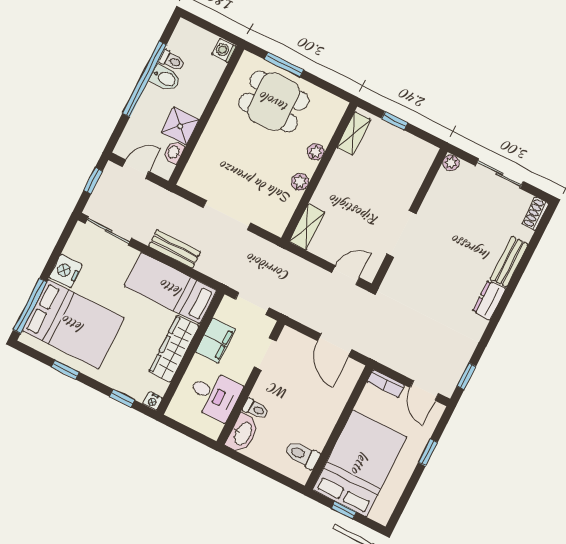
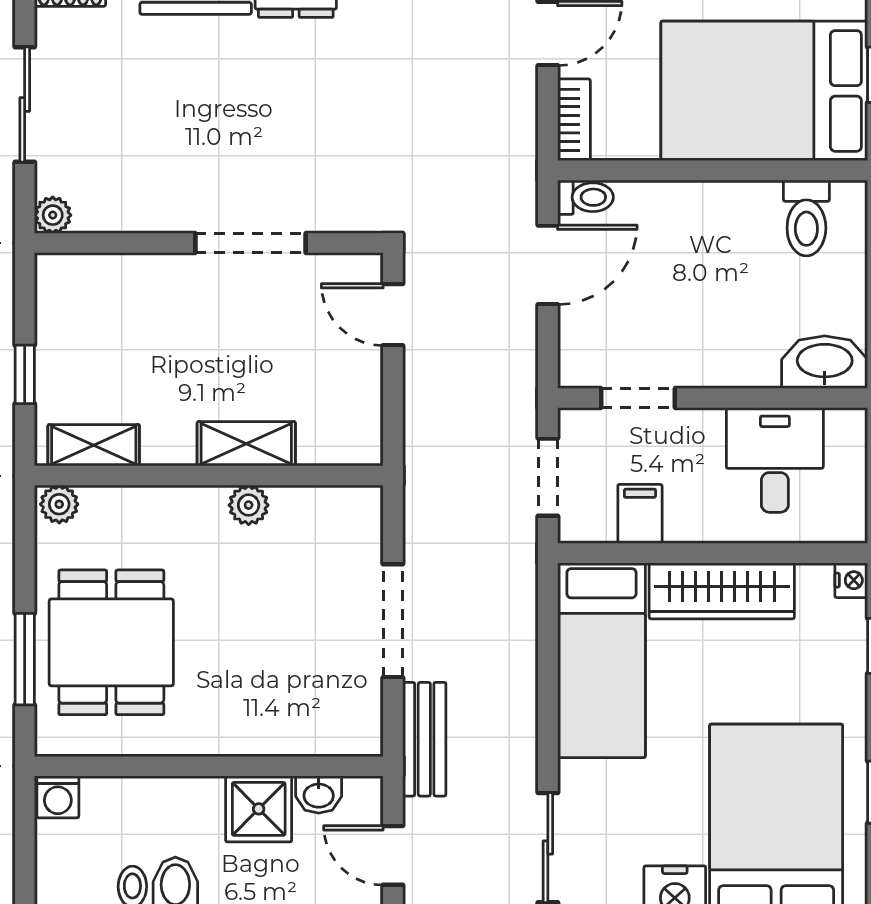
plant: (316, 152) -> (59, 504), moved
shelving: (307, 227) -> (246, 444), moved
bench: (175, 249) -> (424, 739), moved
filing cabinet: (216, 341) -> (640, 514), width x0.50
toilet: (256, 409) -> (586, 197), moved, turned 90

